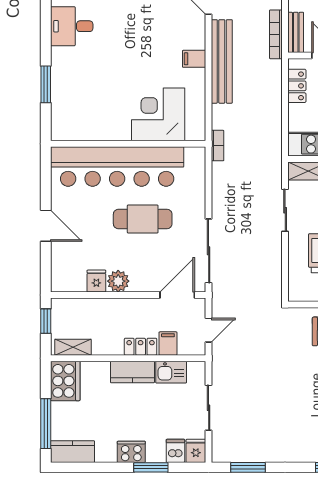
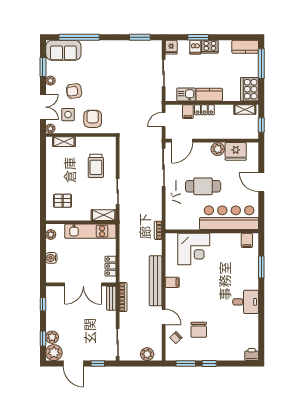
filing cabinet: (70, 129) -> (247, 240), added
bar counter: (117, 166) -> (229, 218), width x0.73
fridge: (96, 281) -> (236, 151), width x1.88, depth x1.34
dishwasher: (175, 451) -> (195, 47), moved

